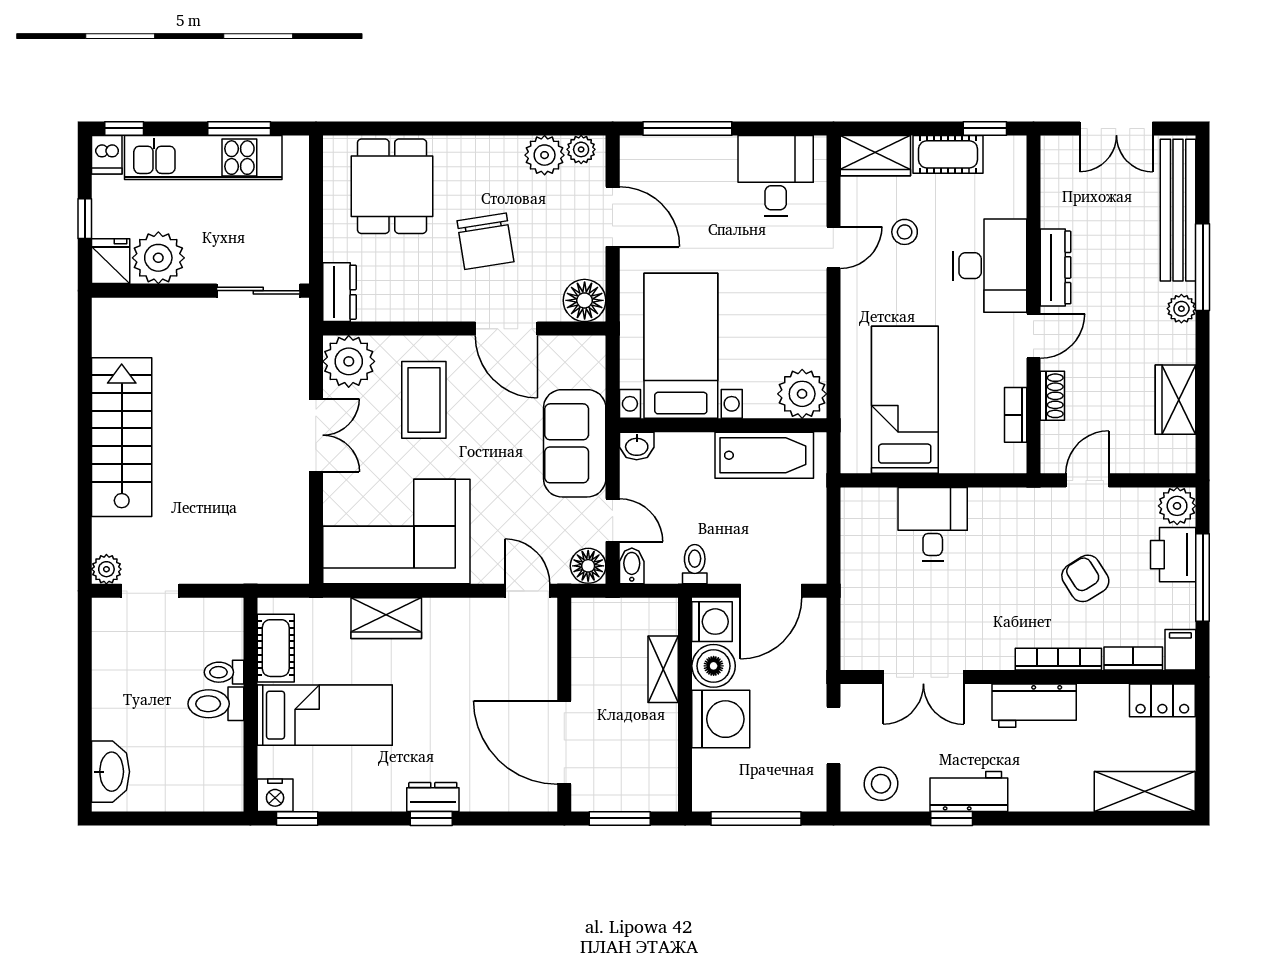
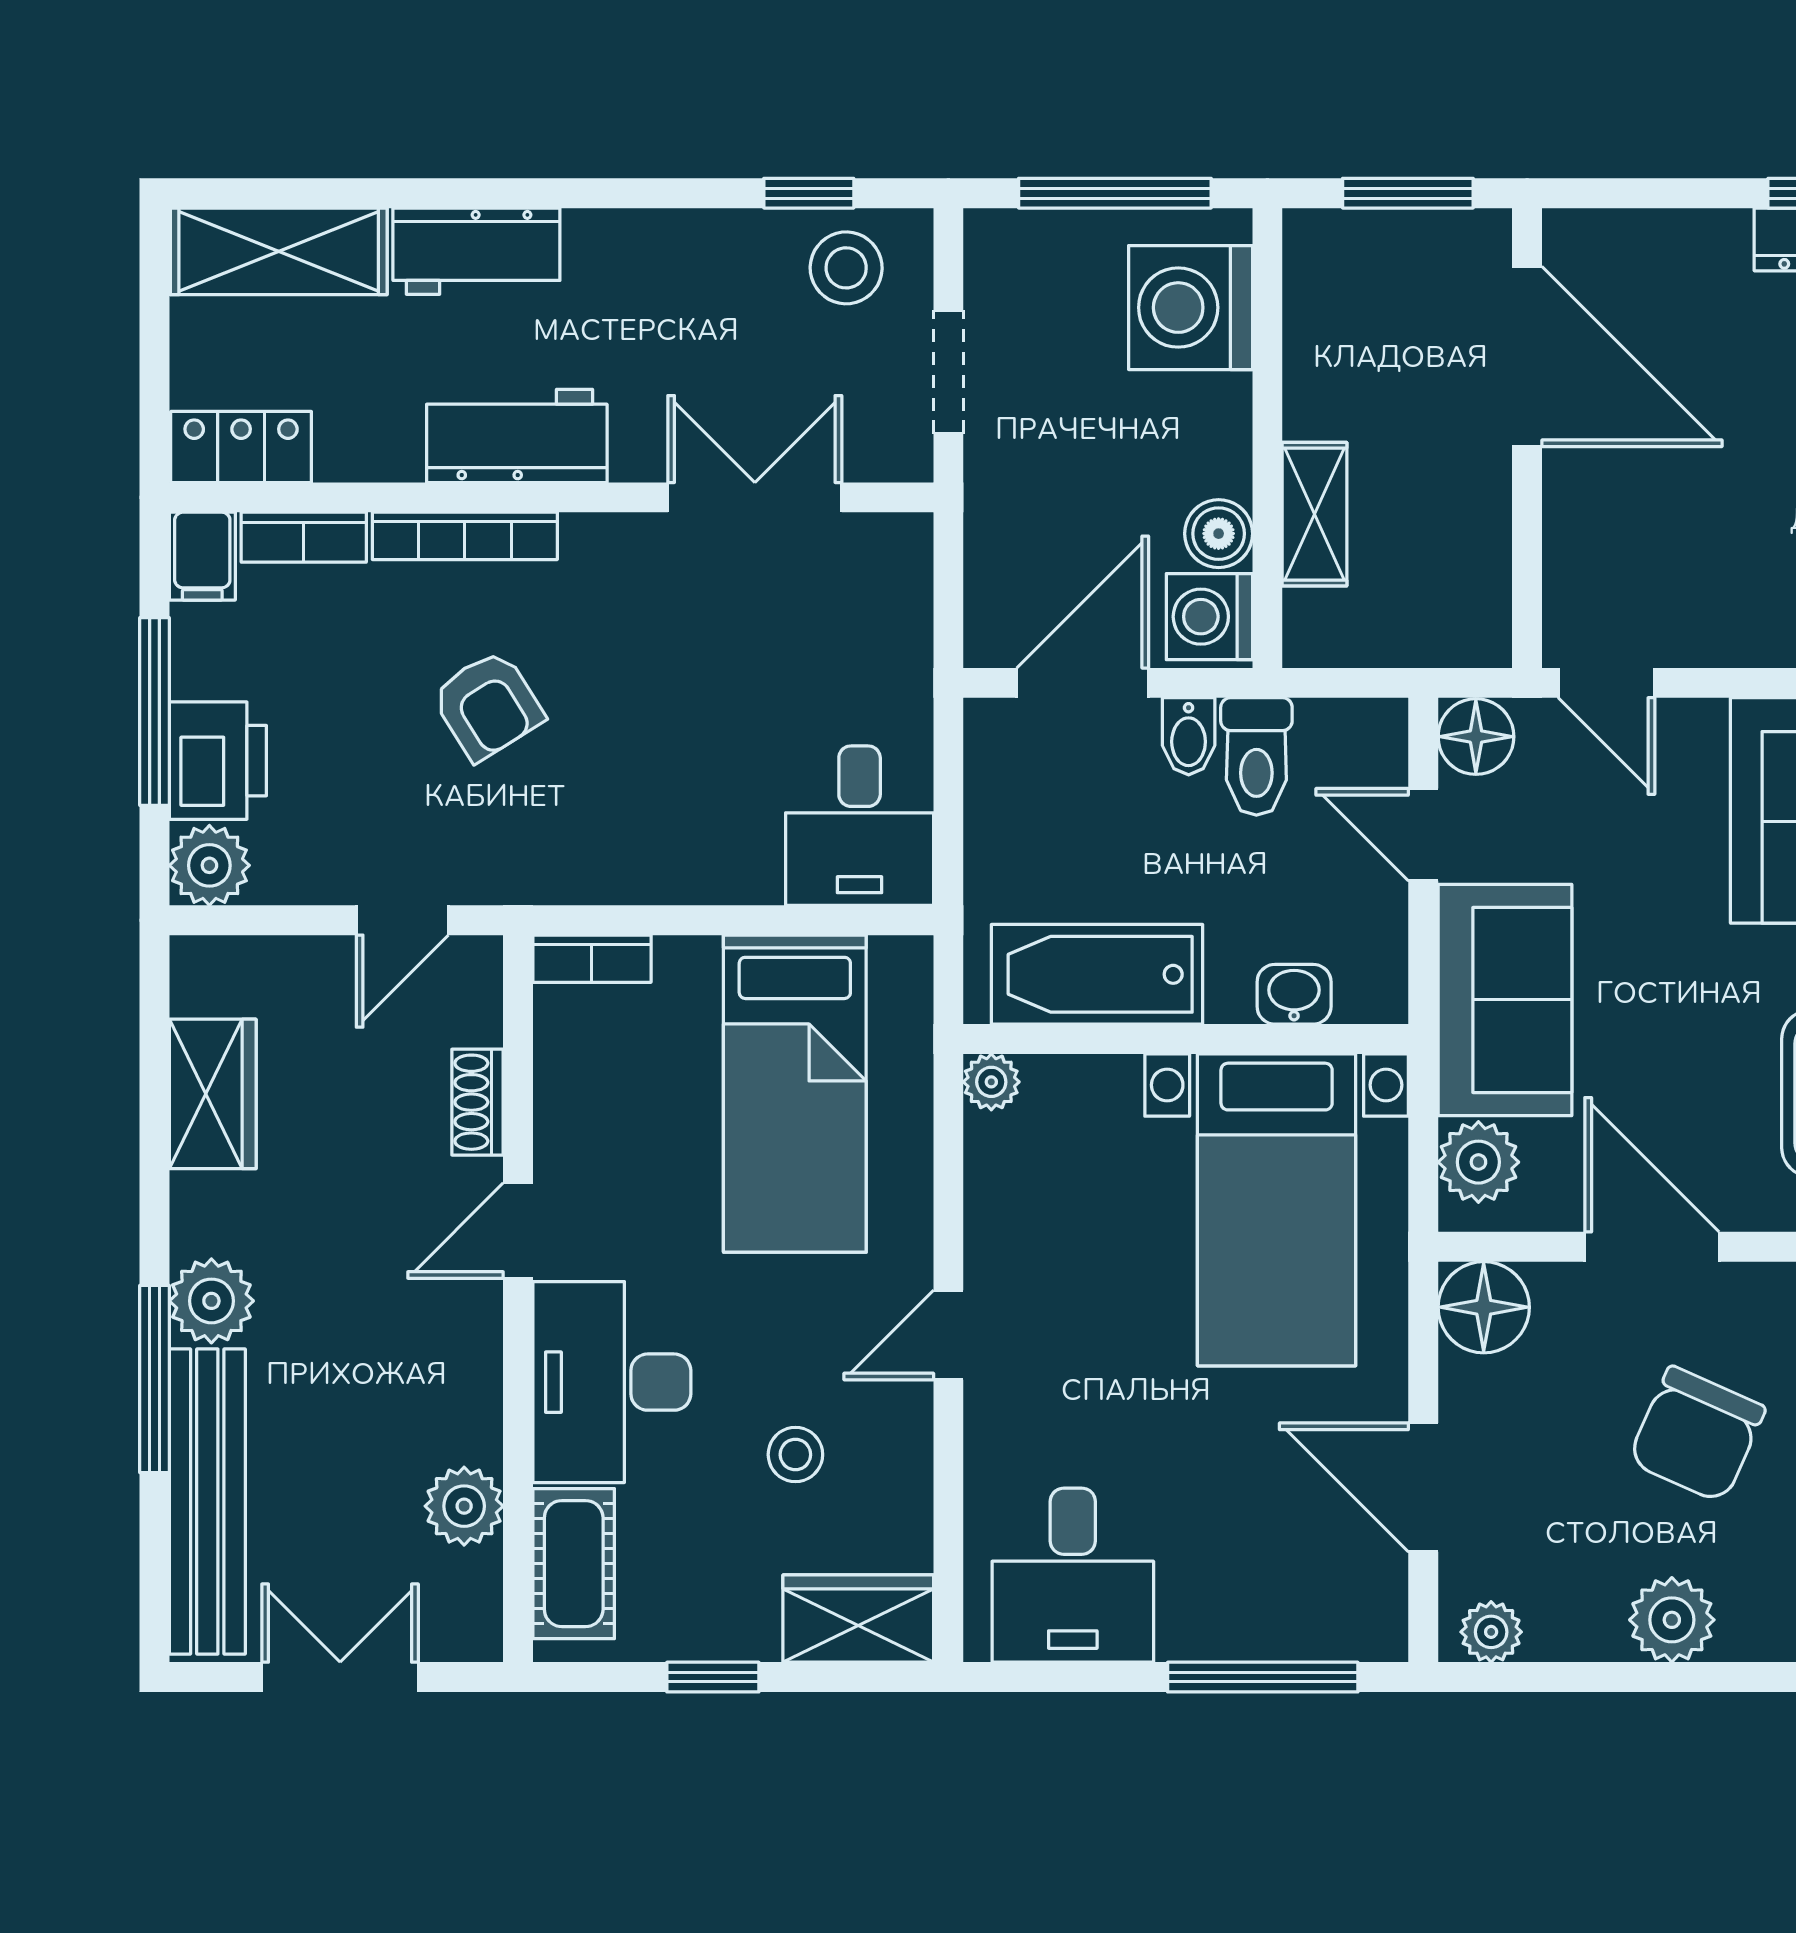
window: (985, 128) -> (713, 1677), moved
cot: (948, 154) -> (574, 1564), moved, turned 90
plant: (545, 155) -> (1672, 1620), moved
plant: (1059, 208) -> (464, 1506), added
chair: (485, 241) -> (1697, 1434), turned -147
door: (833, 247) -> (948, 1335), moved
dresser: (1056, 267) -> (471, 1378), removed
plant: (1181, 309) -> (211, 1301), width x1.38, depth x1.38
plant: (587, 368) -> (1478, 1162), added
plant: (802, 394) -> (991, 1082), width x0.53, depth x0.53
bookcase: (1016, 415) -> (592, 959), moved, turned 90
washbasin: (637, 446) -> (1294, 994), moved
desk: (933, 524) -> (860, 826), moved
toilet: (695, 564) -> (1256, 756), width x1.37, depth x1.39
bidet: (632, 566) -> (1189, 736), moved
armchair: (1085, 578) -> (488, 705), moved
boiler: (714, 666) -> (1219, 534), width x0.73, depth x0.73
washing machine: (721, 719) -> (1191, 308), moved
workbench: (969, 792) -> (476, 251), moved
window: (952, 818) -> (809, 193), moved

